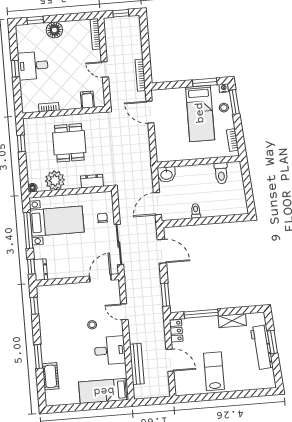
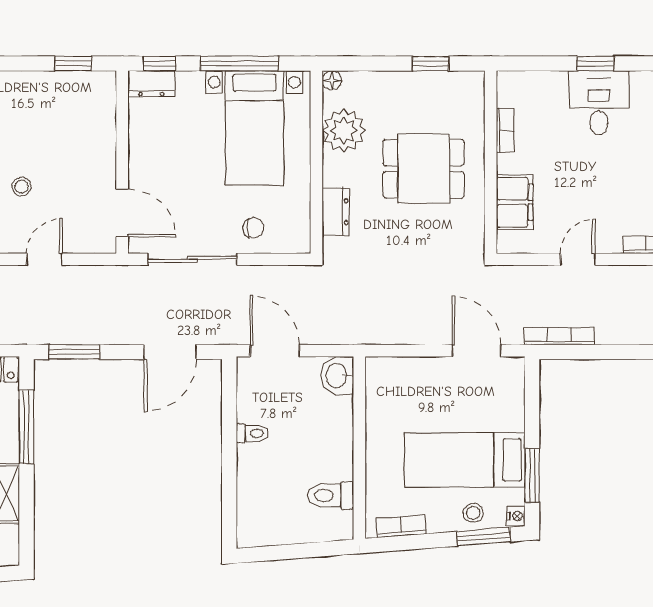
filing cabinet: (87, 100) -> (515, 202), width x2.00
door: (150, 112) -> (477, 351), hinge flipped

